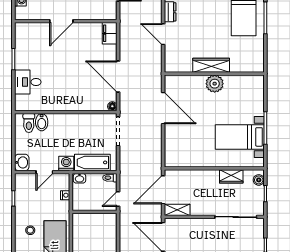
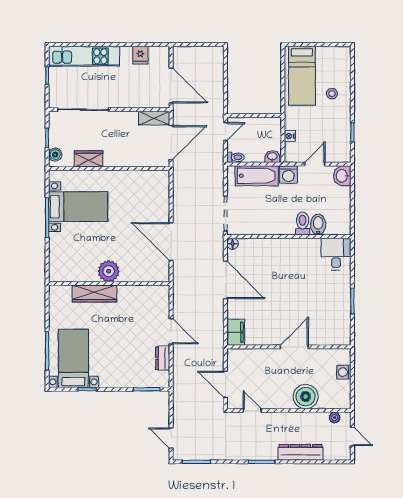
wardrobe: (211, 65) -> (94, 294), moved
desk: (28, 82) -> (336, 254), moved, turned -90
toilet: (29, 123) -> (303, 223), moved

